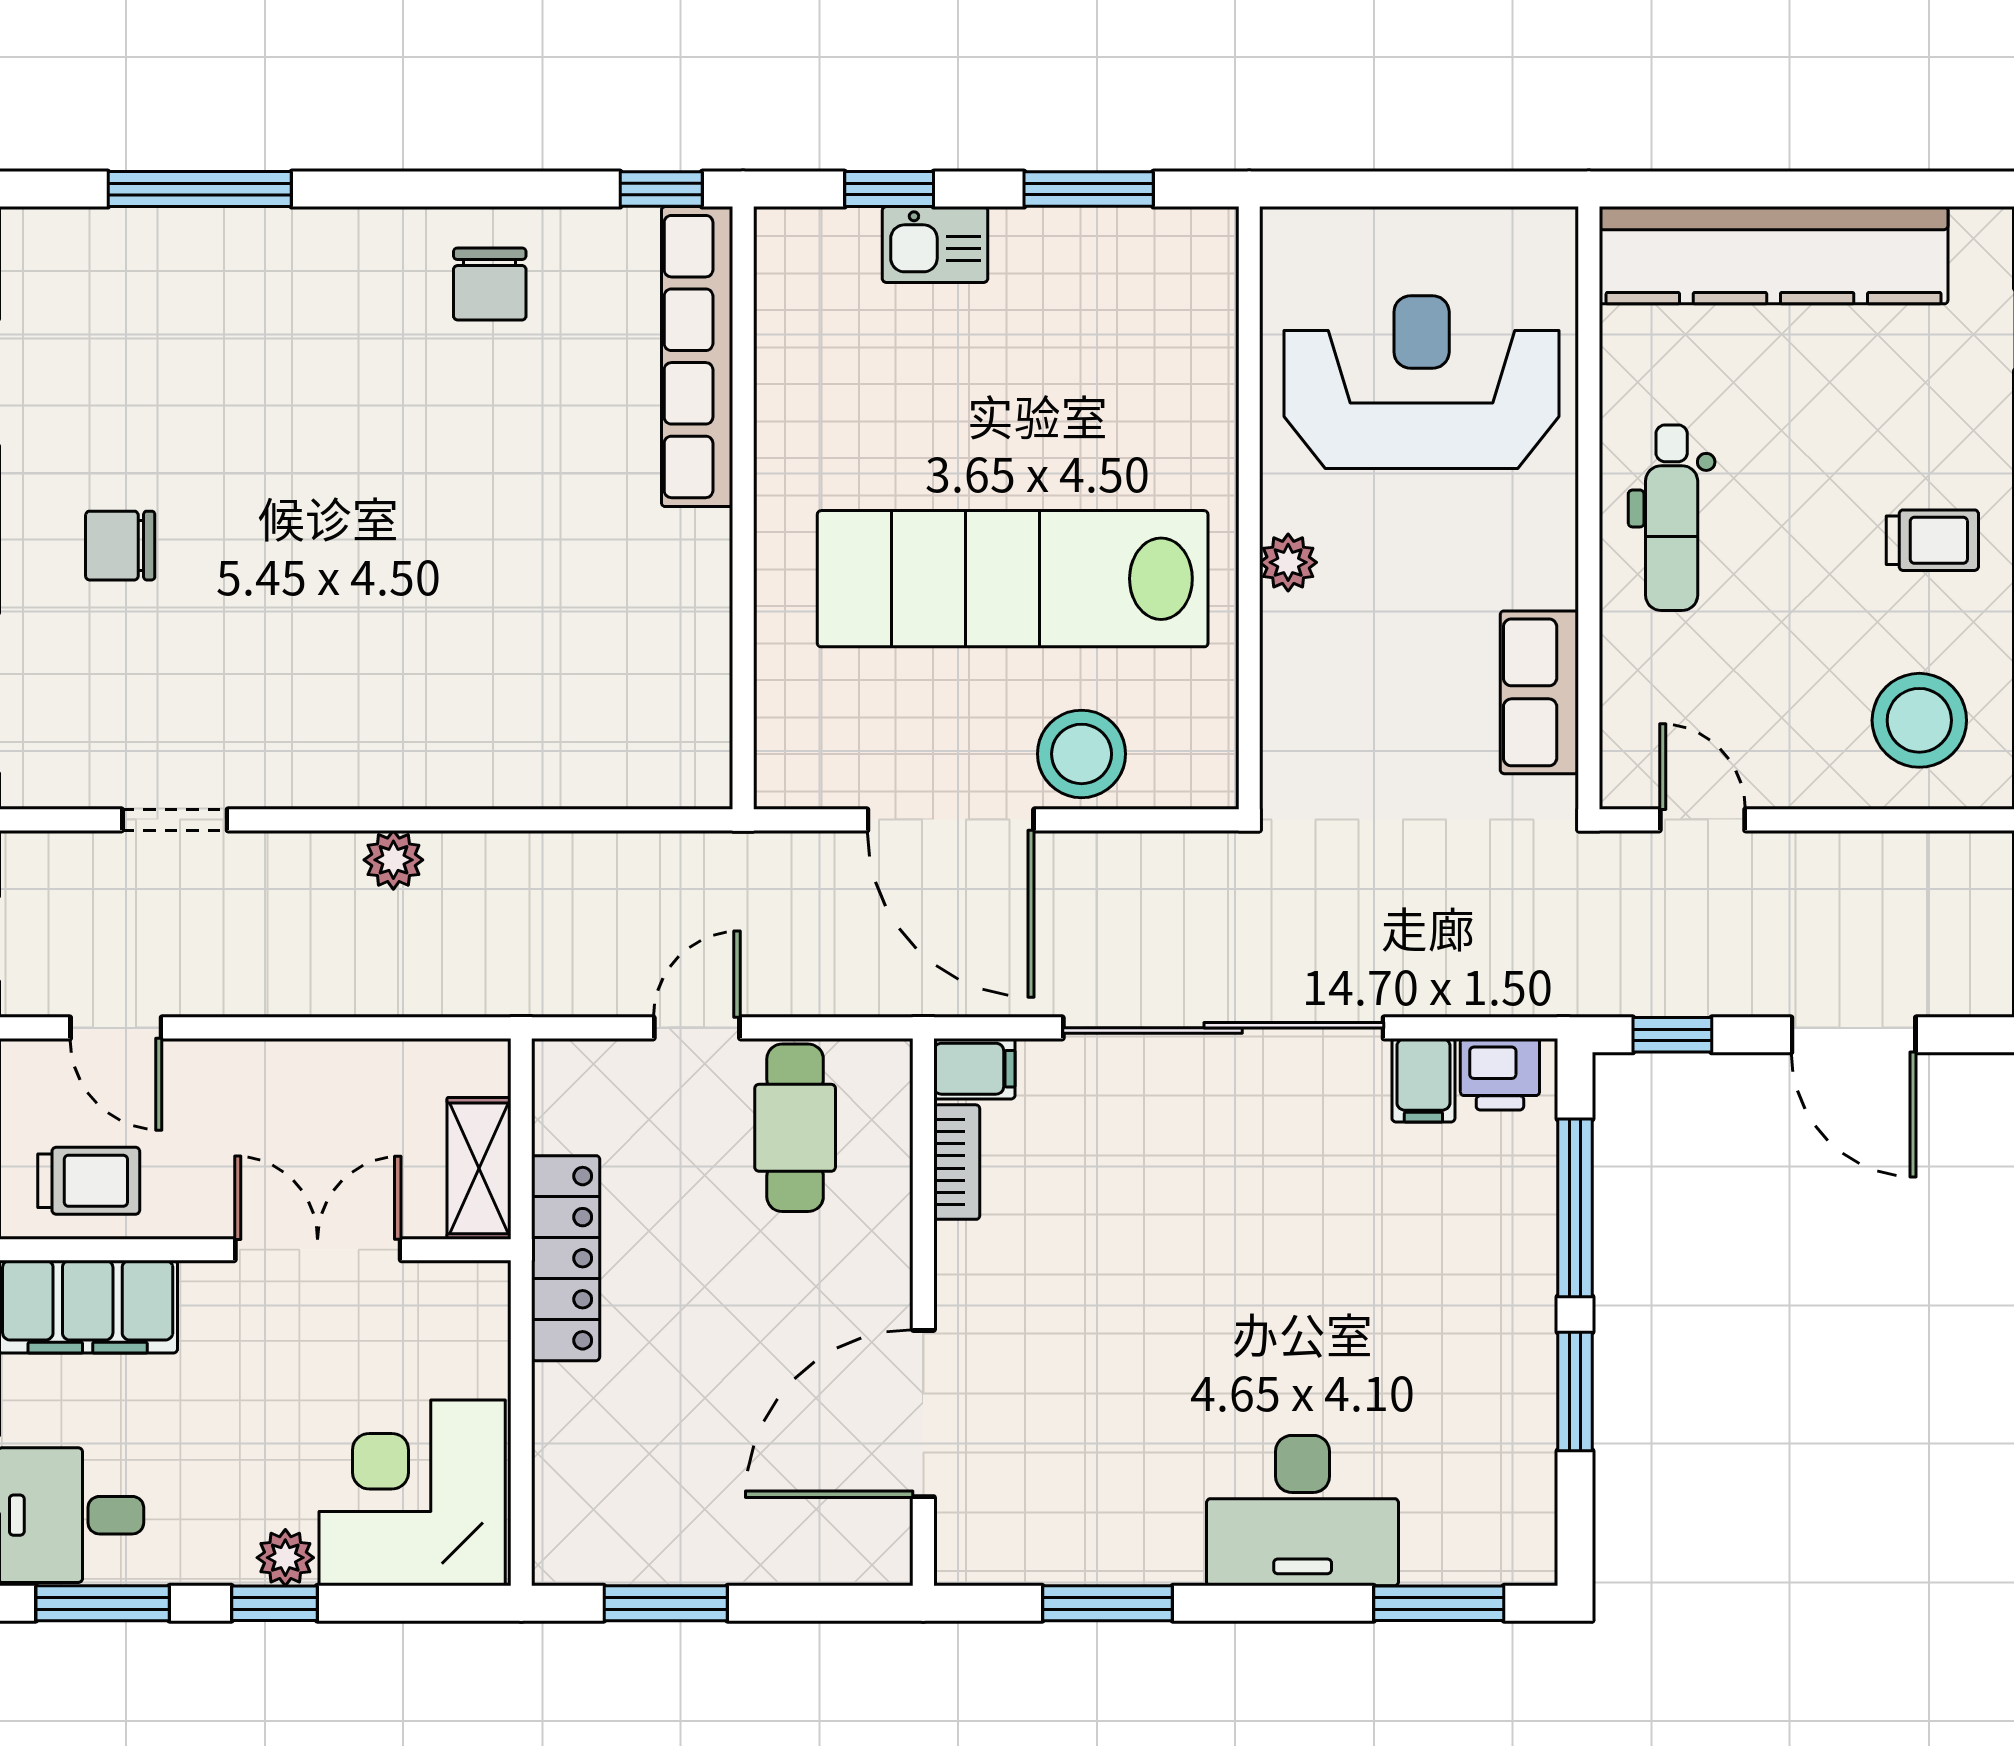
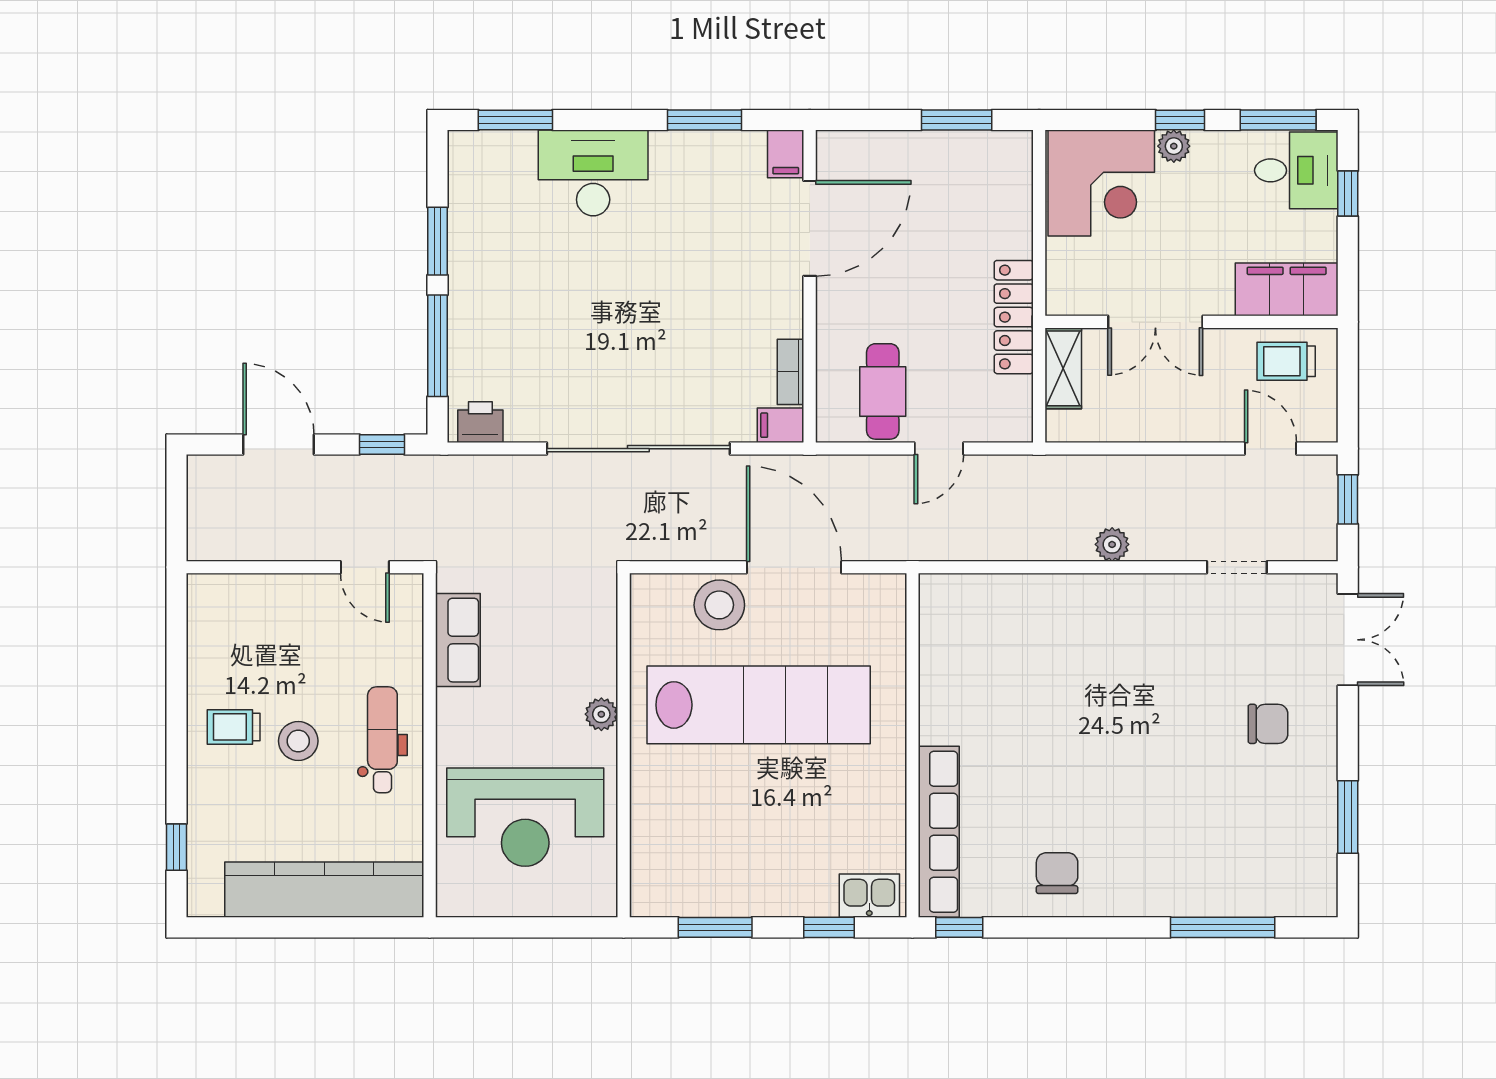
kitchen sink: (935, 245) -> (869, 896), moved
stool: (1919, 720) -> (298, 741), moved, width x0.73, depth x0.73
filing cabinet: (1423, 1080) -> (786, 154), moved, turned 180

